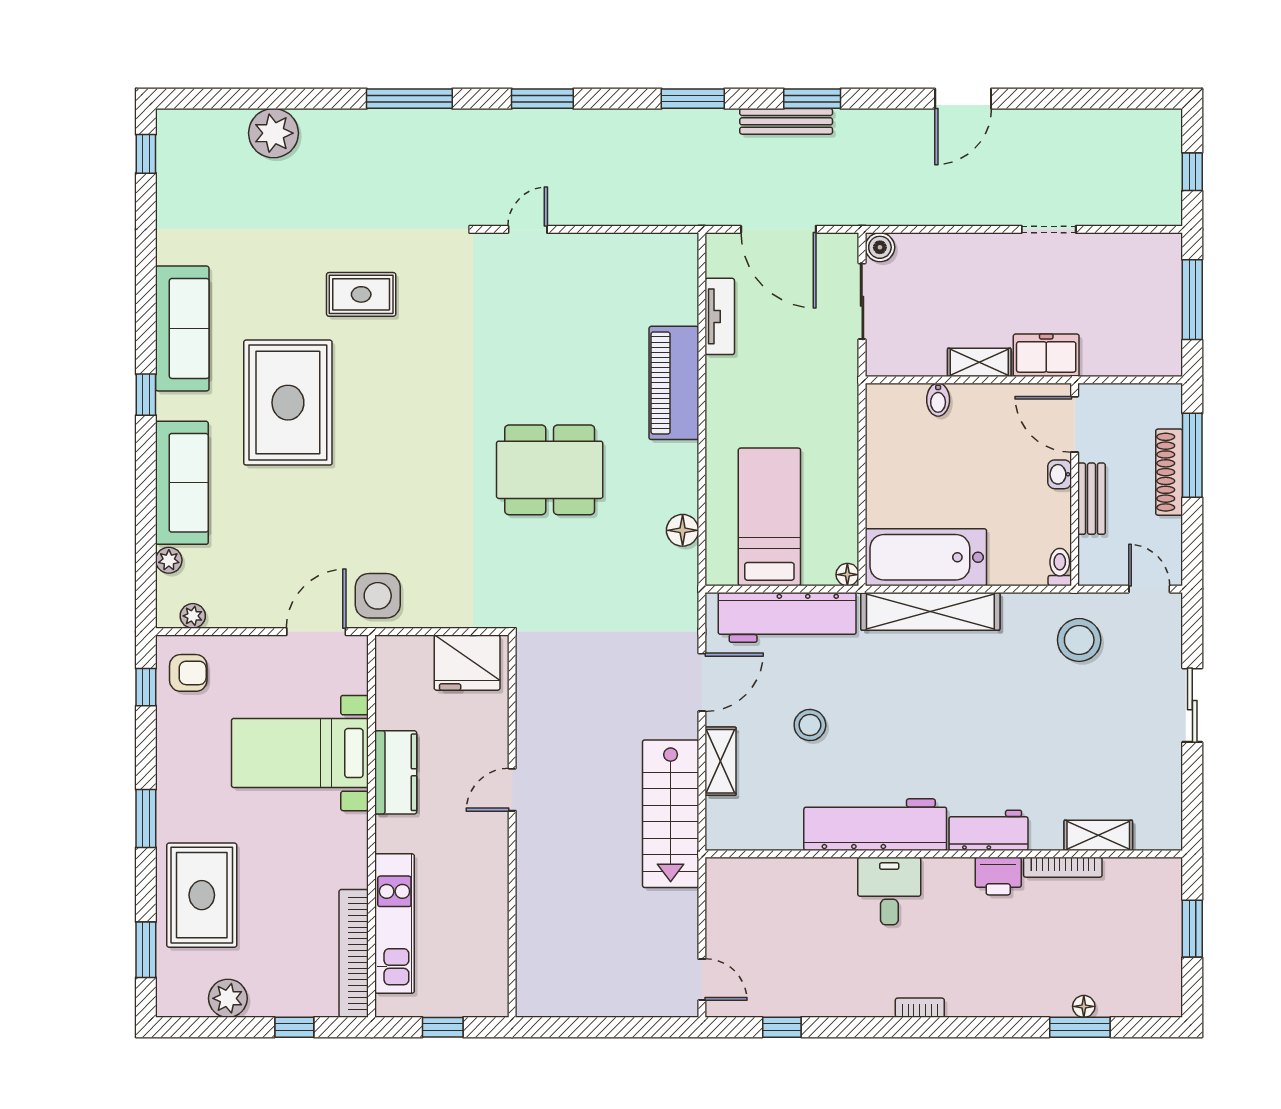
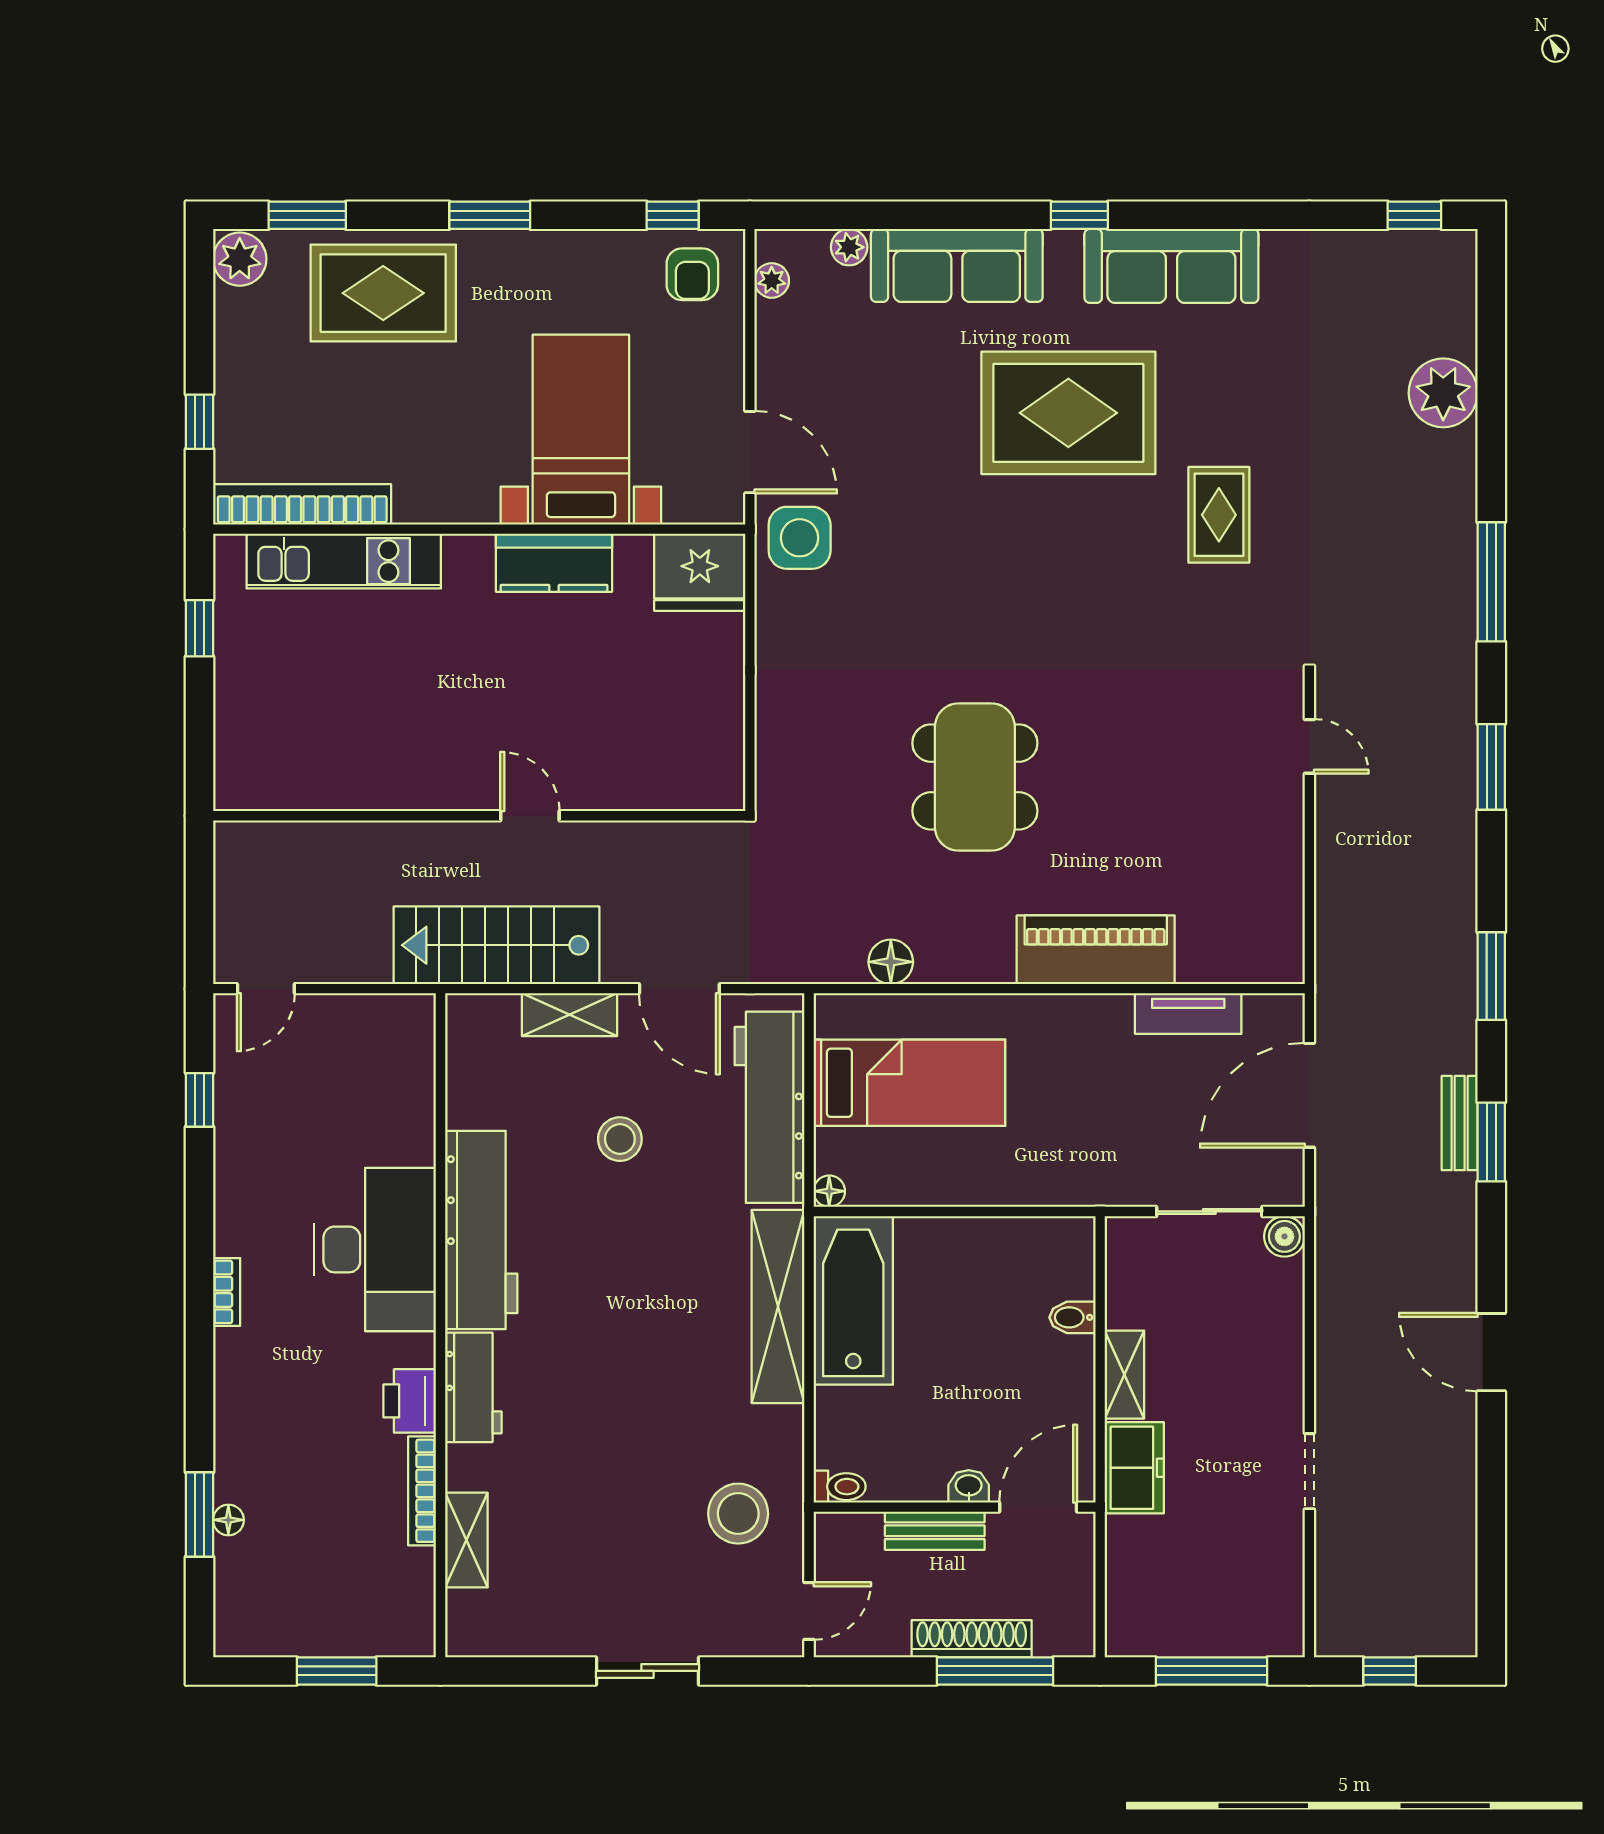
bench: (786, 121) -> (1460, 1123), width x0.73
fridge: (467, 663) -> (700, 572), moved, turned -90
door: (512, 790) -> (530, 816), moved
wall: (512, 826) -> (479, 816), moved
desk: (889, 891) -> (375, 1249), width x1.87, depth x1.30
plant: (228, 998) -> (240, 259), moved

